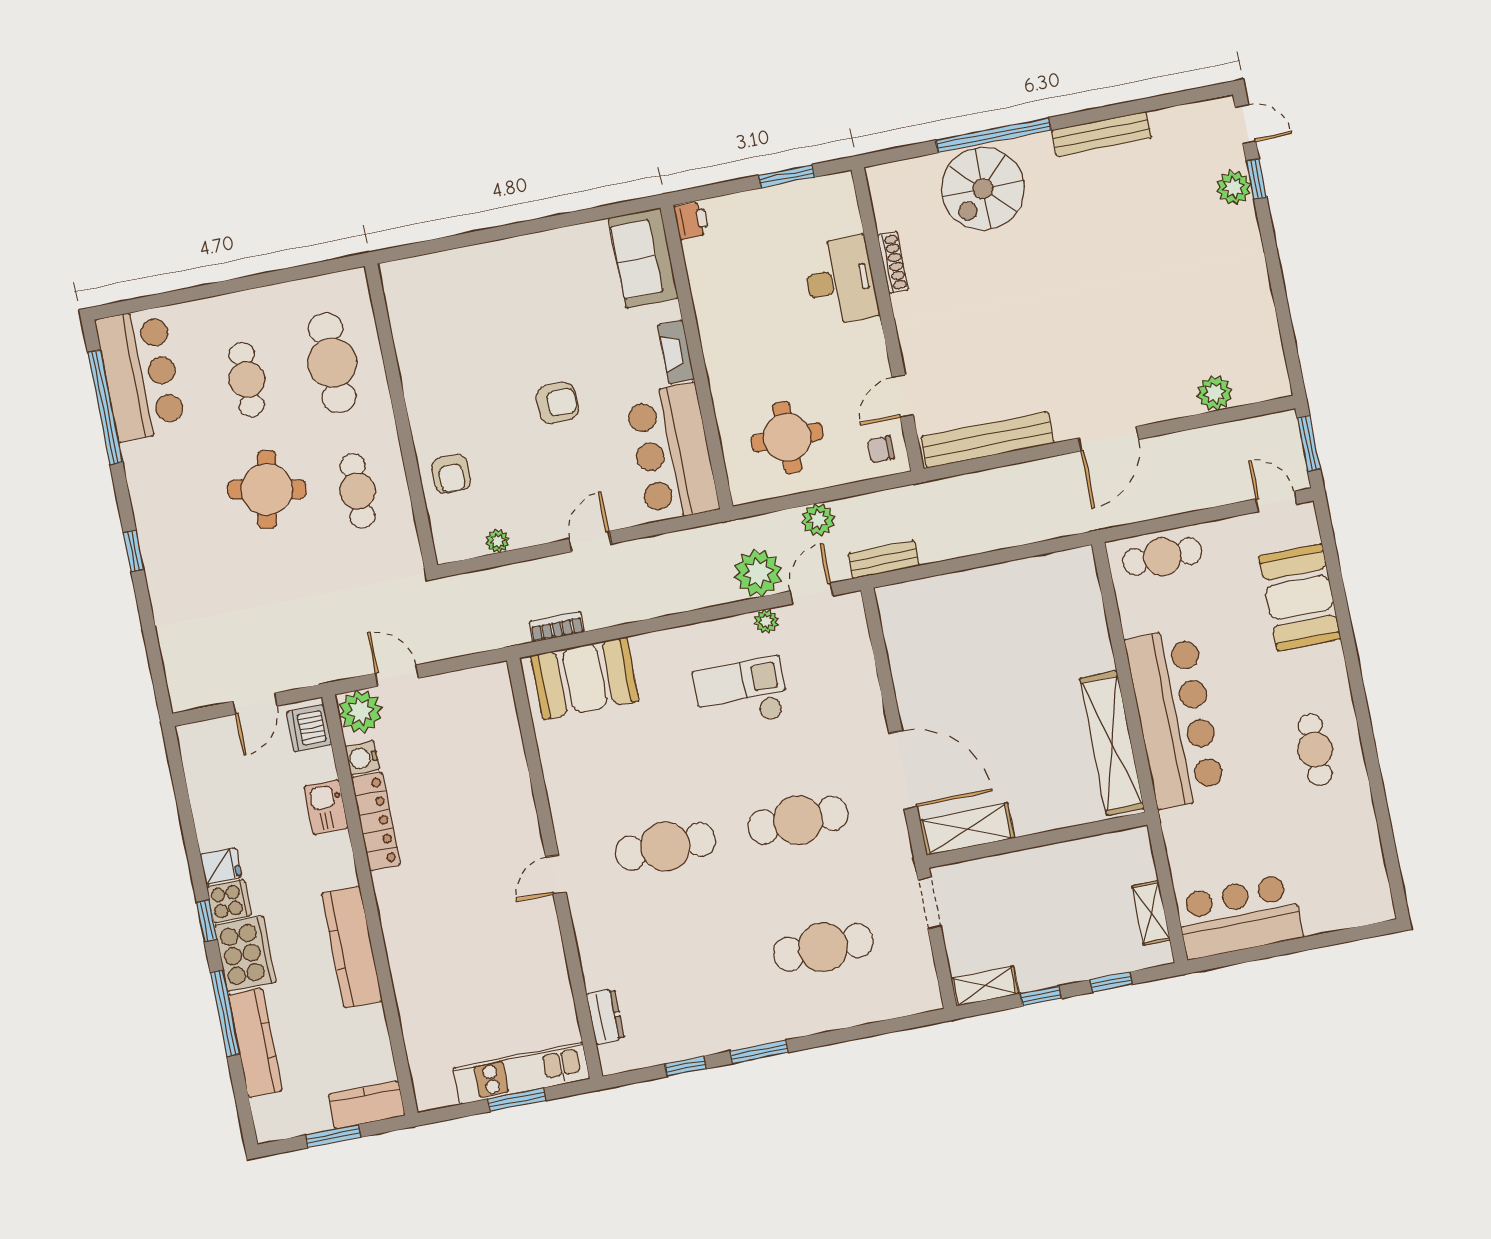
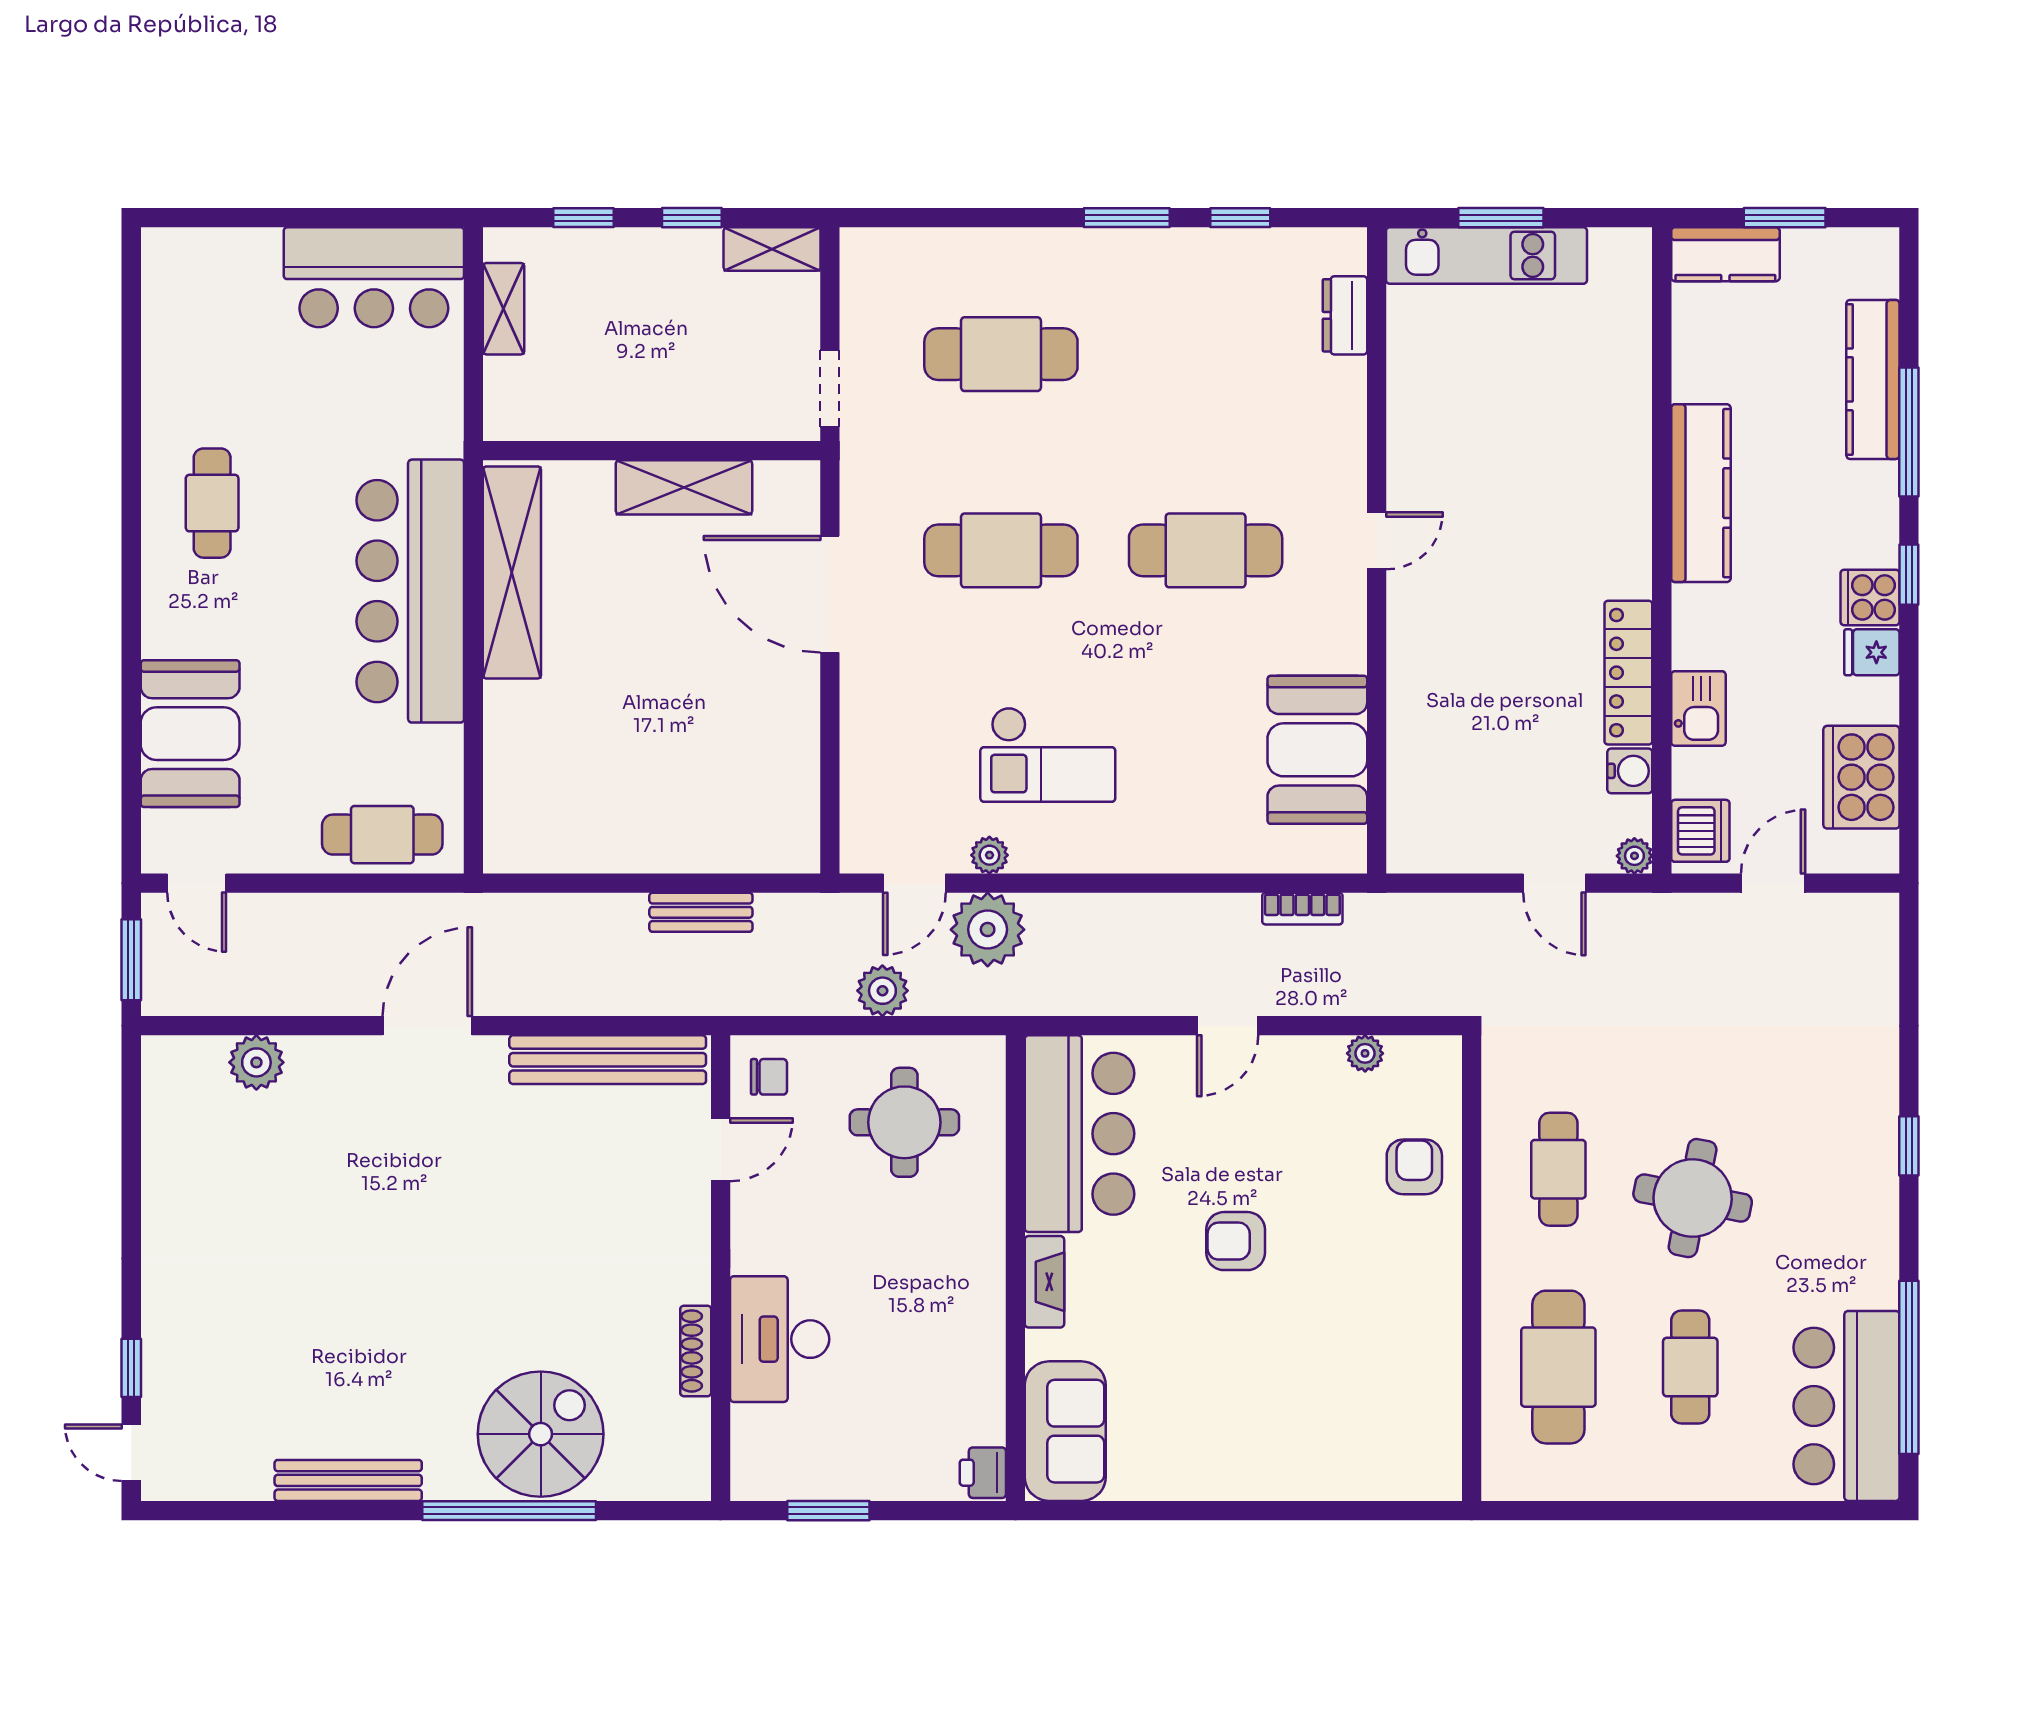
plant: (1234, 188) -> (167, 1362), removed
bench: (884, 560) -> (701, 912), moved
booth: (585, 678) -> (1317, 750), moved, turned 90
plant: (361, 712) -> (1634, 856), width x0.53, depth x0.53
shelving: (967, 829) -> (684, 487), moved
cooker: (245, 954) -> (1861, 777), moved

